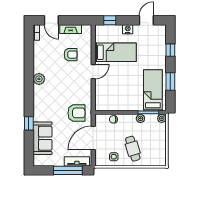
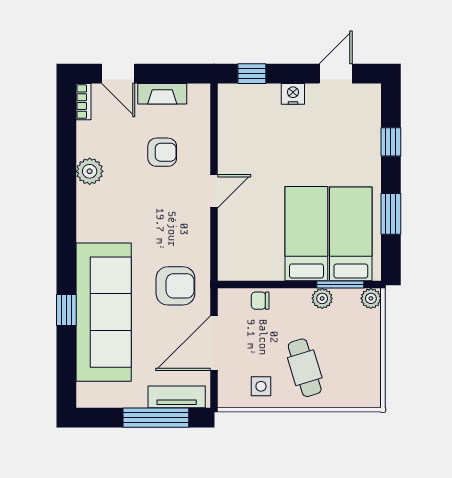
bed: (115, 52) -> (306, 234), moved, turned -90
plant: (39, 79) -> (90, 171), moved
sofa: (42, 138) -> (104, 312), width x1.85, depth x1.27

